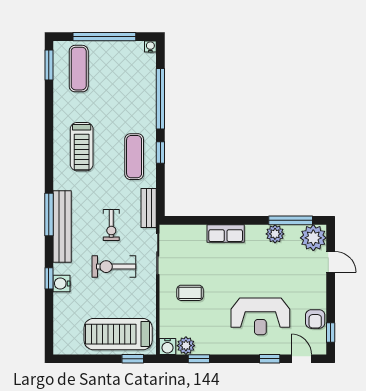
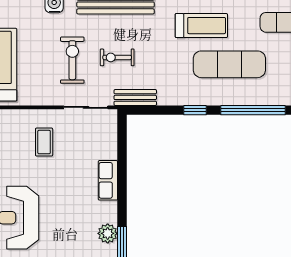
treadmill: (82, 147) -> (201, 26), turned 180
exercise mat: (134, 157) -> (229, 64), moved, width x1.36, depth x1.45

